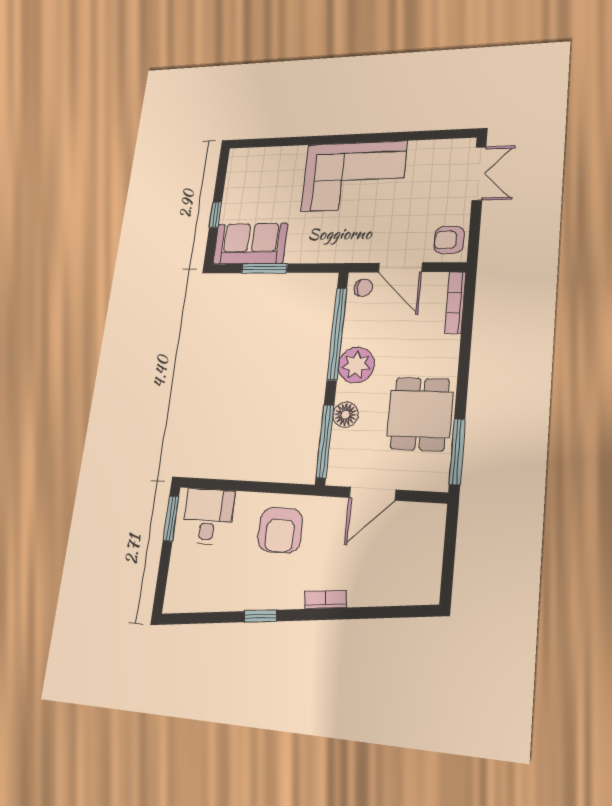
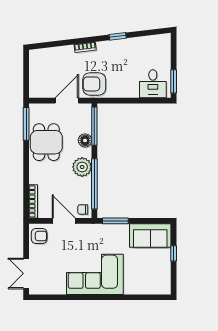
window: (264, 268) -> (115, 221), moved
armchair: (280, 530) -> (94, 84), moved, turned -90

